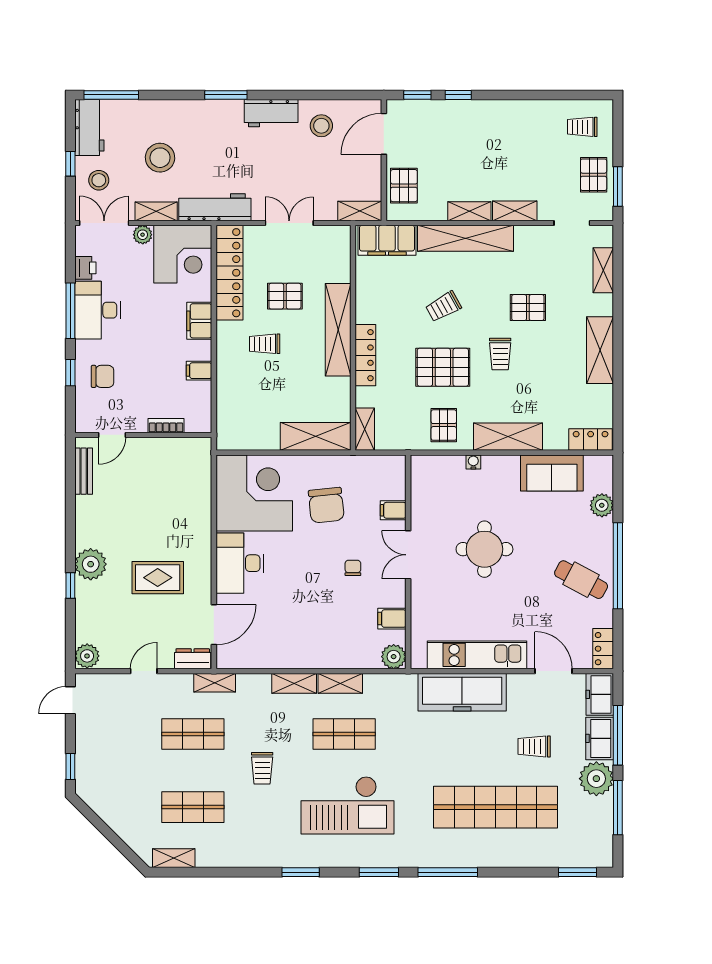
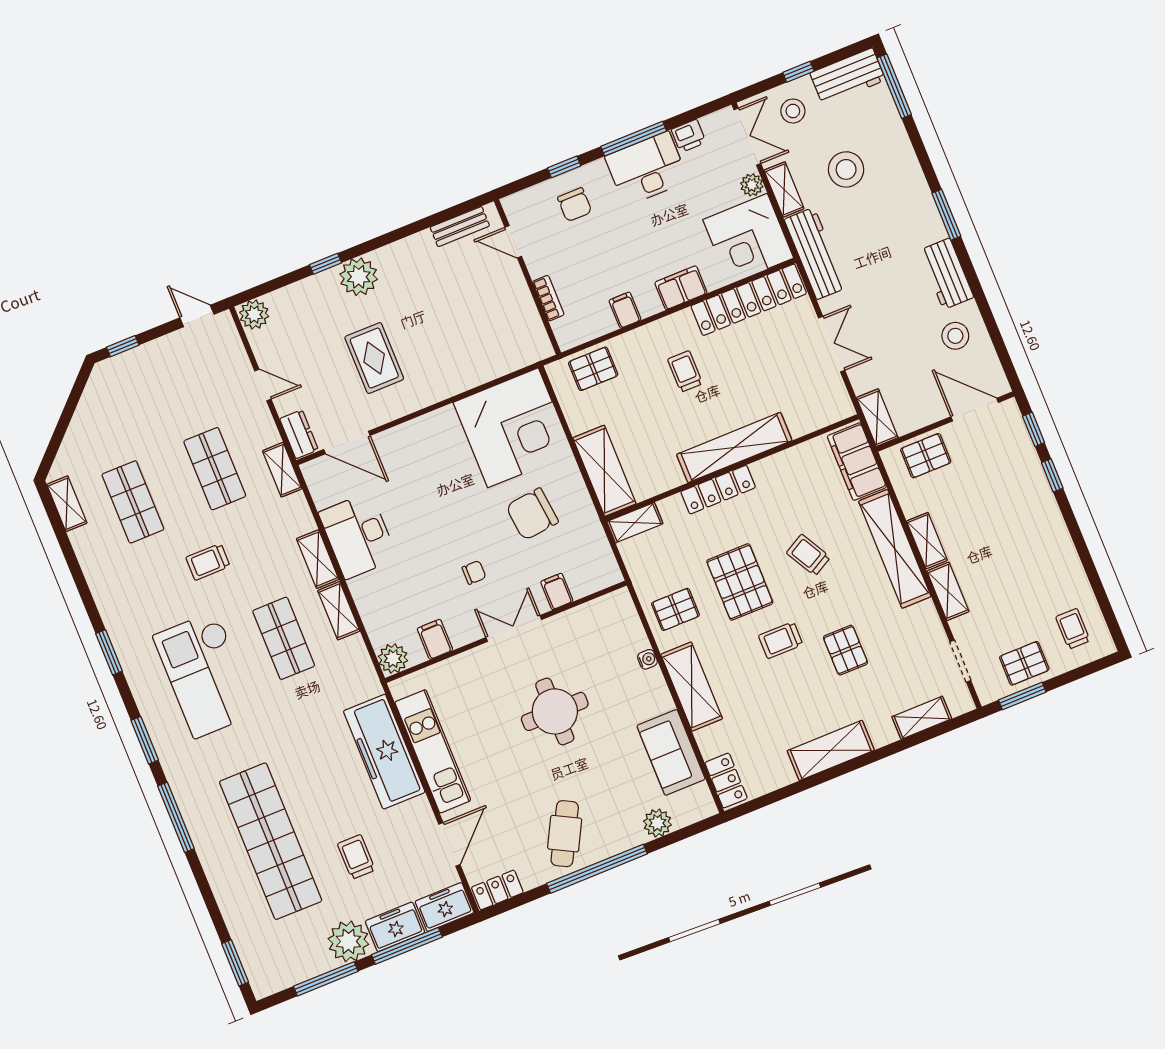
pallet: (285, 296) -> (593, 369), moved, turned 90
desk: (240, 563) -> (358, 536), moved, turned -90

